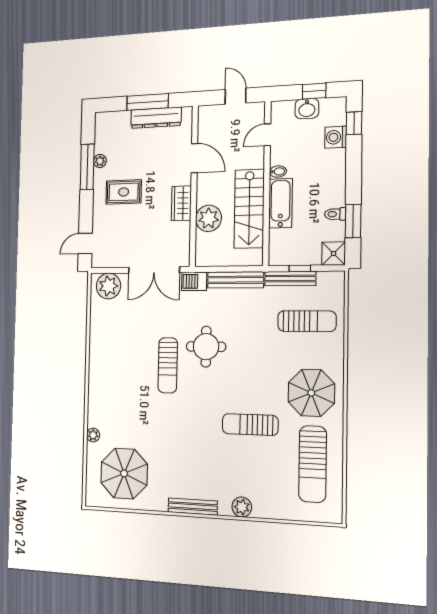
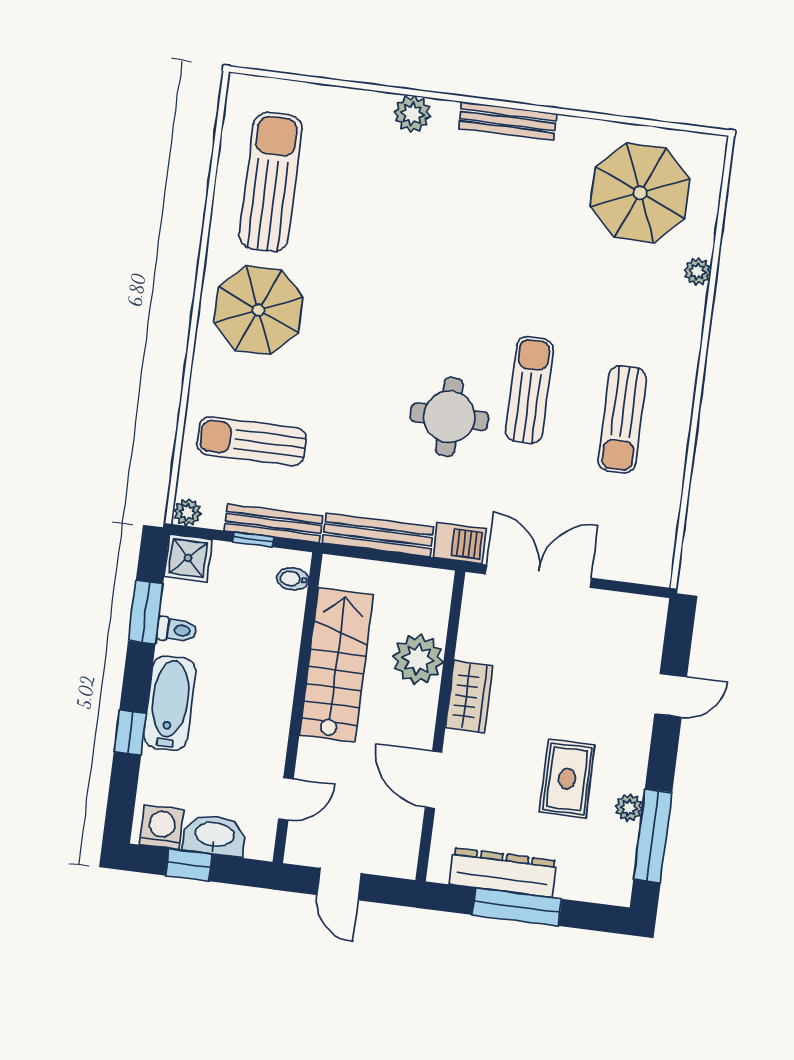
washbasin: (307, 109) -> (214, 835), width x1.38
window: (354, 123) -> (130, 732), moved
washing machine: (336, 137) -> (162, 827), moved, turned -90
window: (87, 167) -> (653, 836), moved
bidet: (278, 171) -> (293, 579), moved
rug: (124, 192) -> (567, 779), moved, turned 90
bathtub: (281, 203) -> (170, 703), moved, turned 180
door: (85, 244) -> (671, 695), moved
plant: (108, 286) -> (188, 512), moved, width x0.53, depth x0.53
sun lounger: (250, 425) -> (622, 419), moved, turned 90

